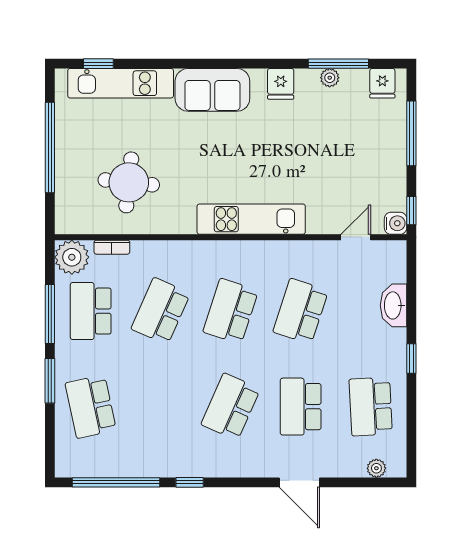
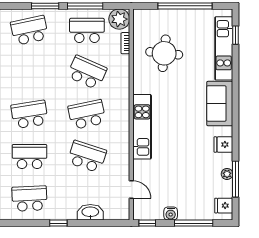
water cooler: (396, 223) -> (171, 213), moved
school desk: (231, 311) -> (87, 114), turned -30
school desk: (231, 407) -> (30, 114), turned -33

